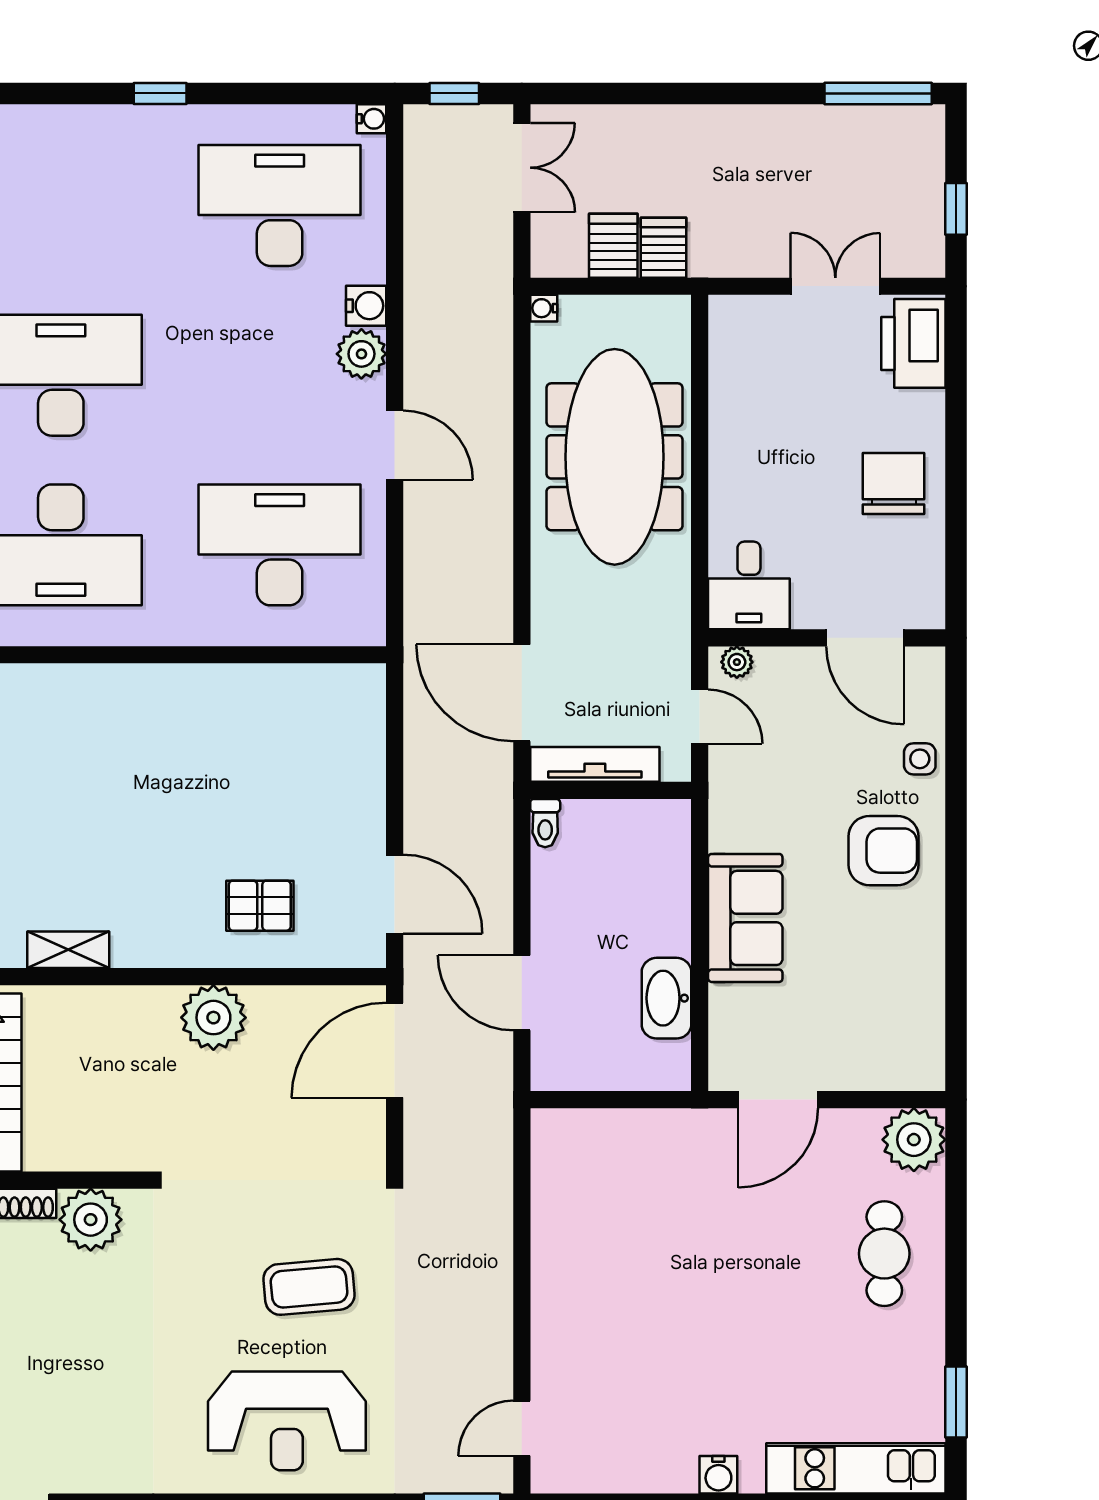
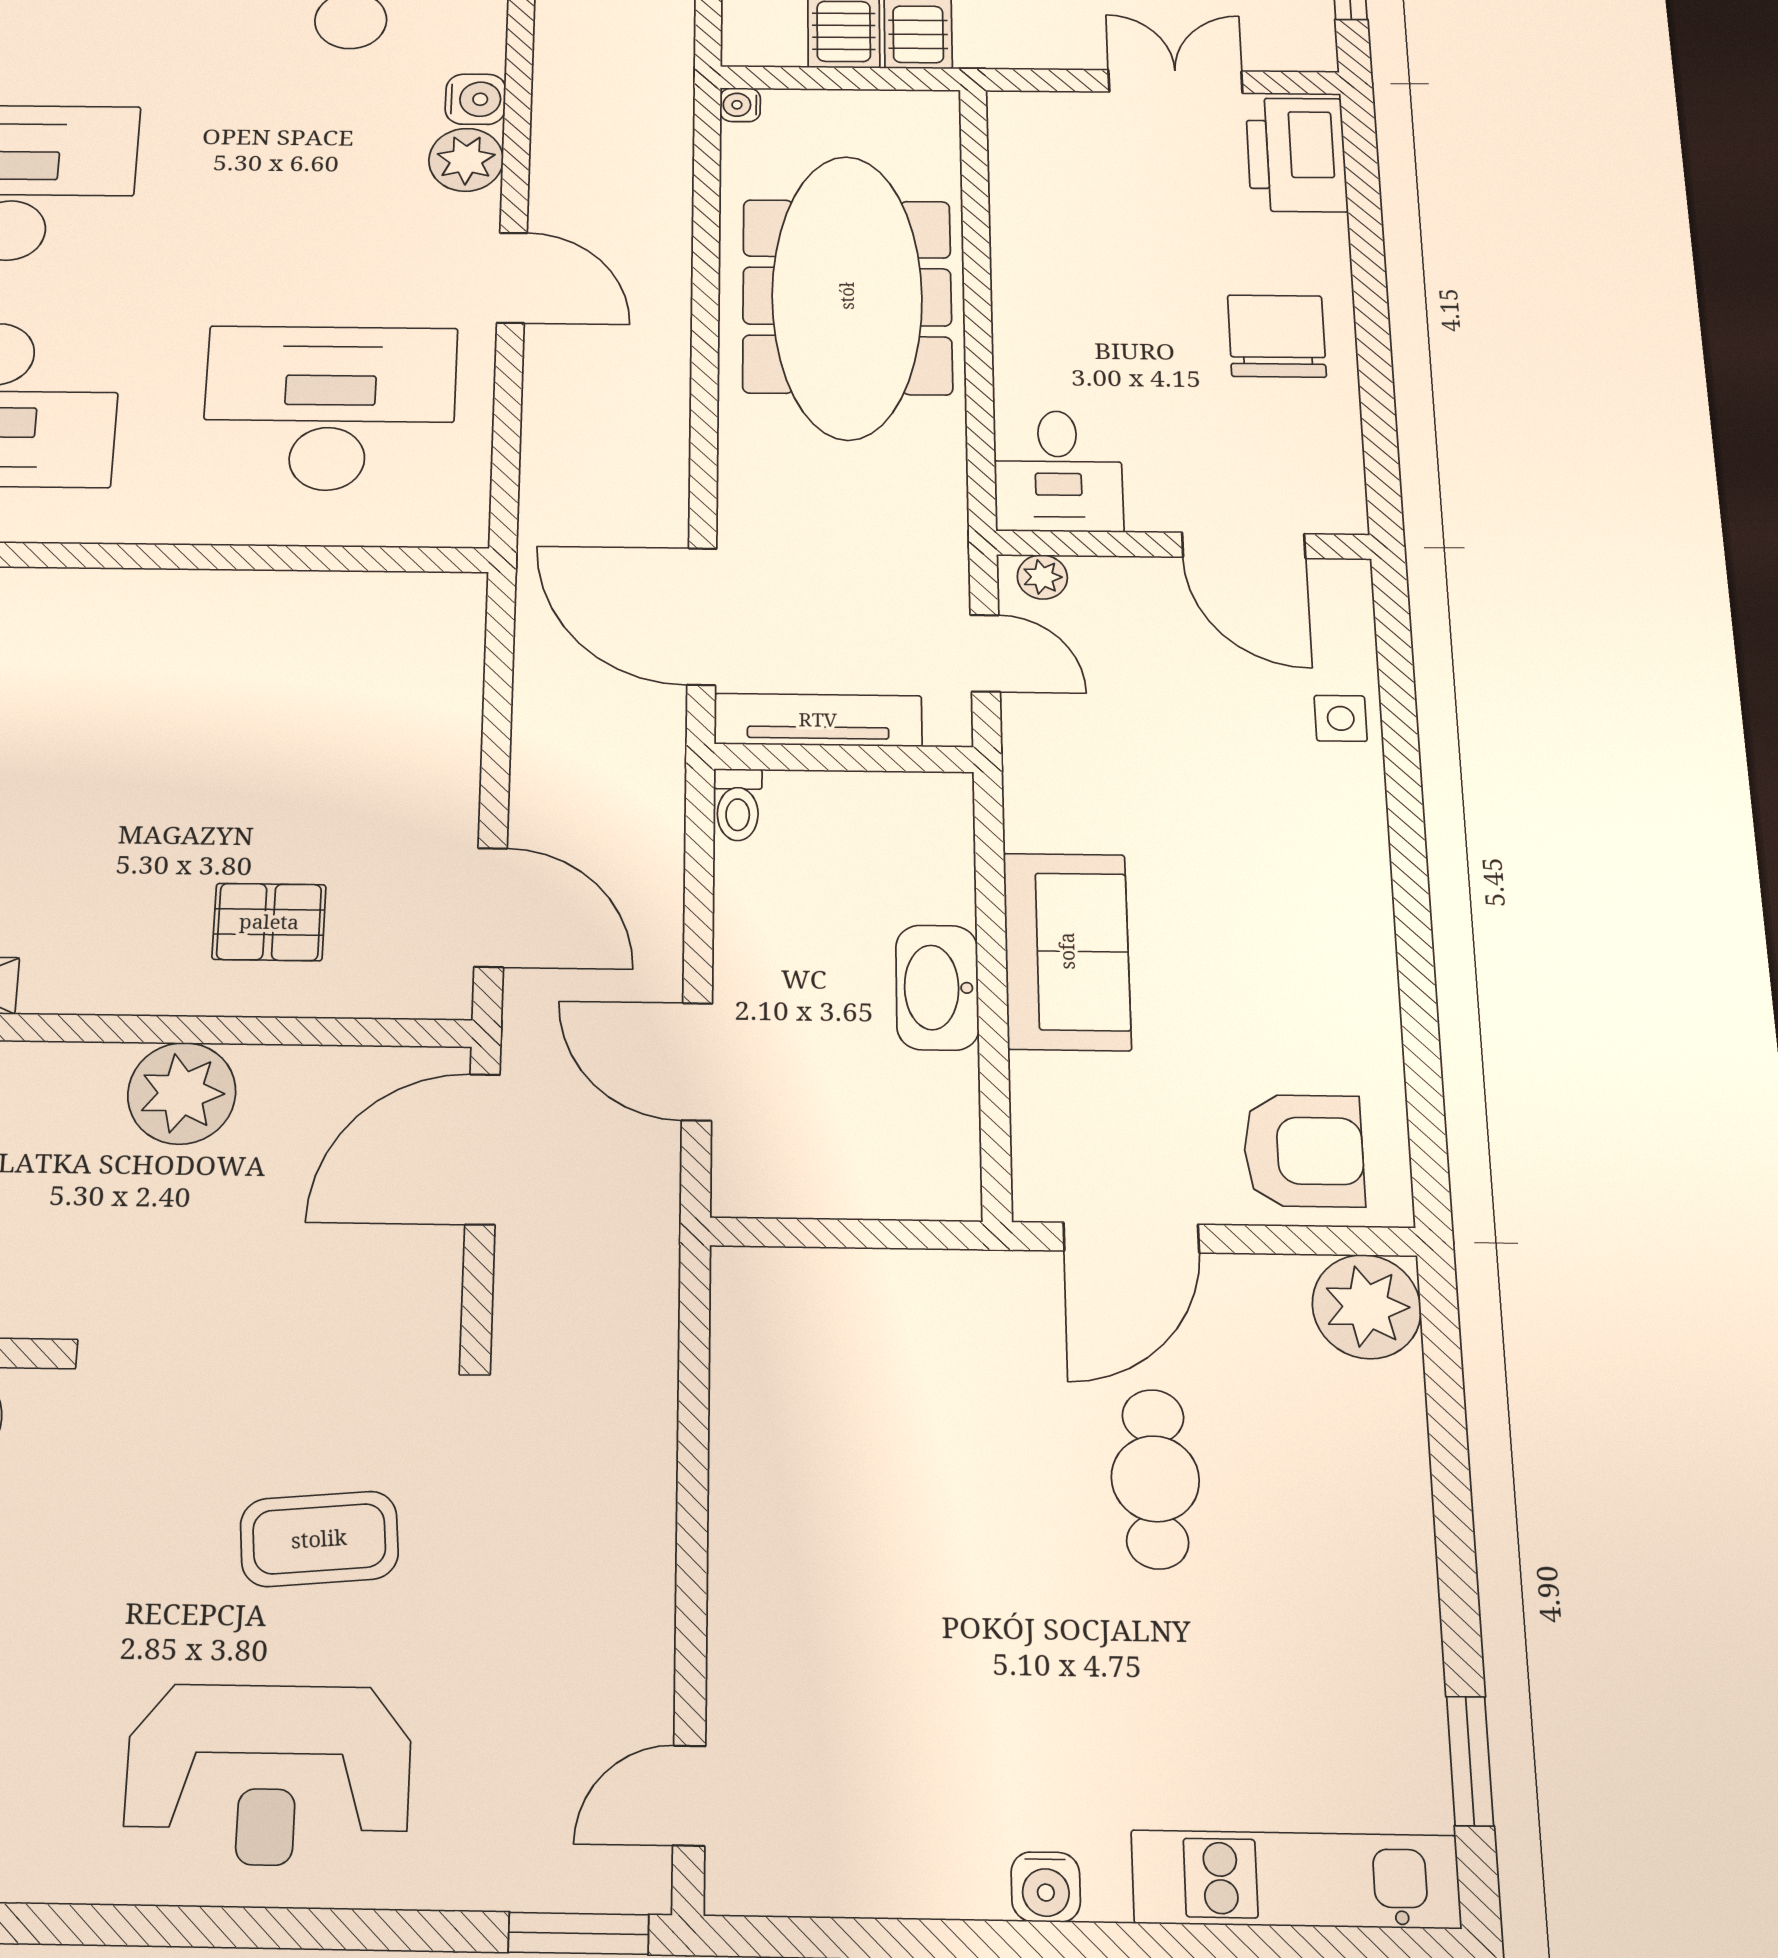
armchair: (883, 851) -> (1304, 1151), moved
washbasin: (667, 998) -> (937, 987), moved
cafe table: (884, 1254) -> (1155, 1479), moved

